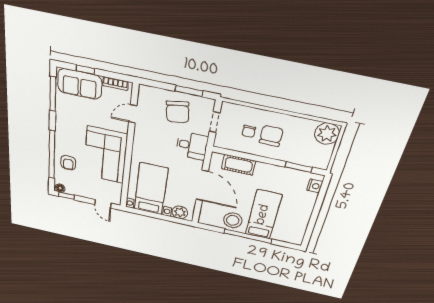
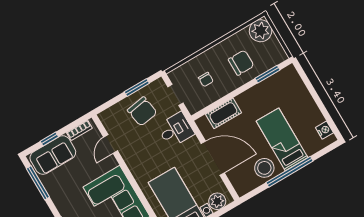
chair: (271, 136) -> (241, 63), moved, turned 90
nightstand: (315, 186) -> (324, 130), moved

